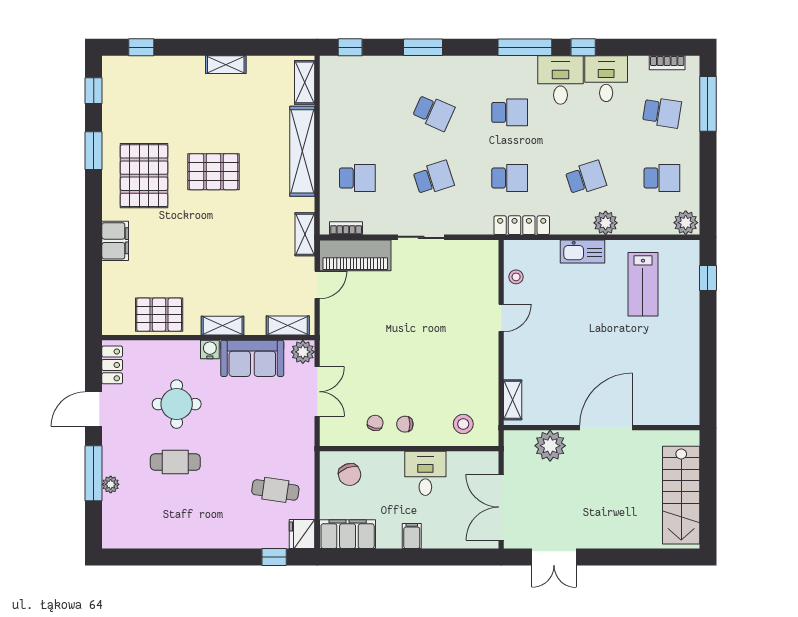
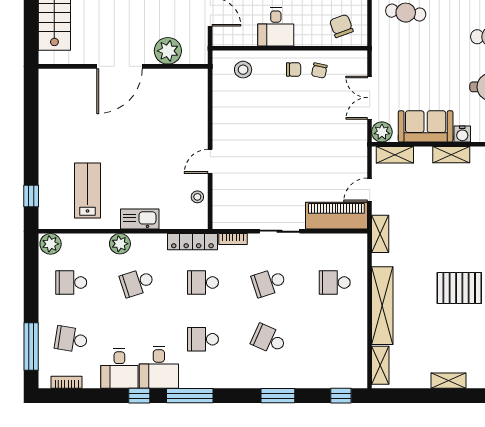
bookcase: (346, 228) -> (233, 239), moved
shelving: (513, 400) -> (200, 90), removed

